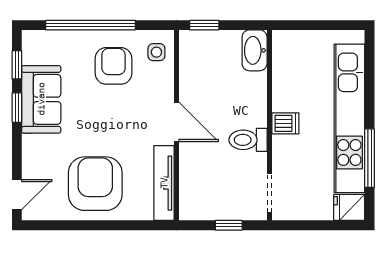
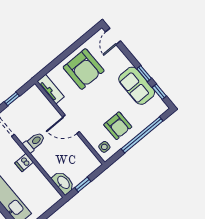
window: (204, 25) -> (83, 184), moved
tv unit: (164, 183) -> (51, 89), width x0.71

